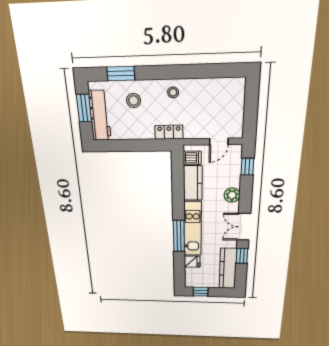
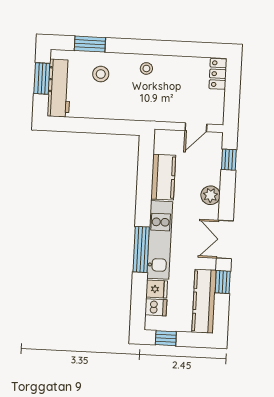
locker: (169, 132) -> (218, 74), moved, turned -90
dishwasher: (192, 158) -> (156, 307), moved

